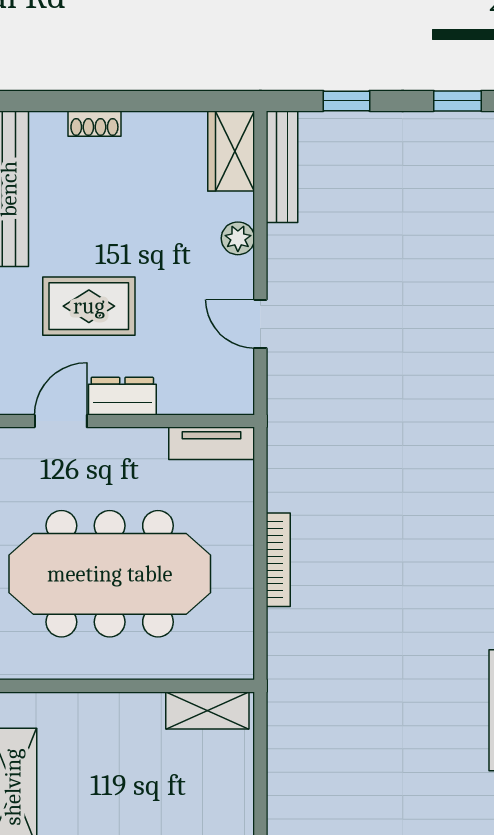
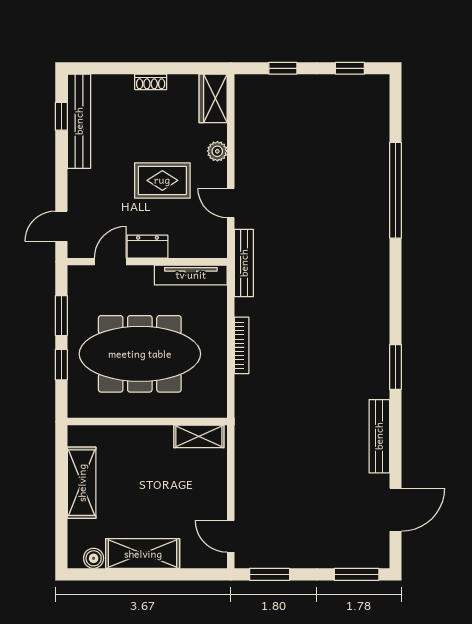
shoe rack: (94, 124) -> (151, 82), moved
bench: (282, 167) -> (244, 263), moved
rug: (89, 306) -> (162, 180), moved
tv unit: (212, 443) -> (191, 275), width x1.41

